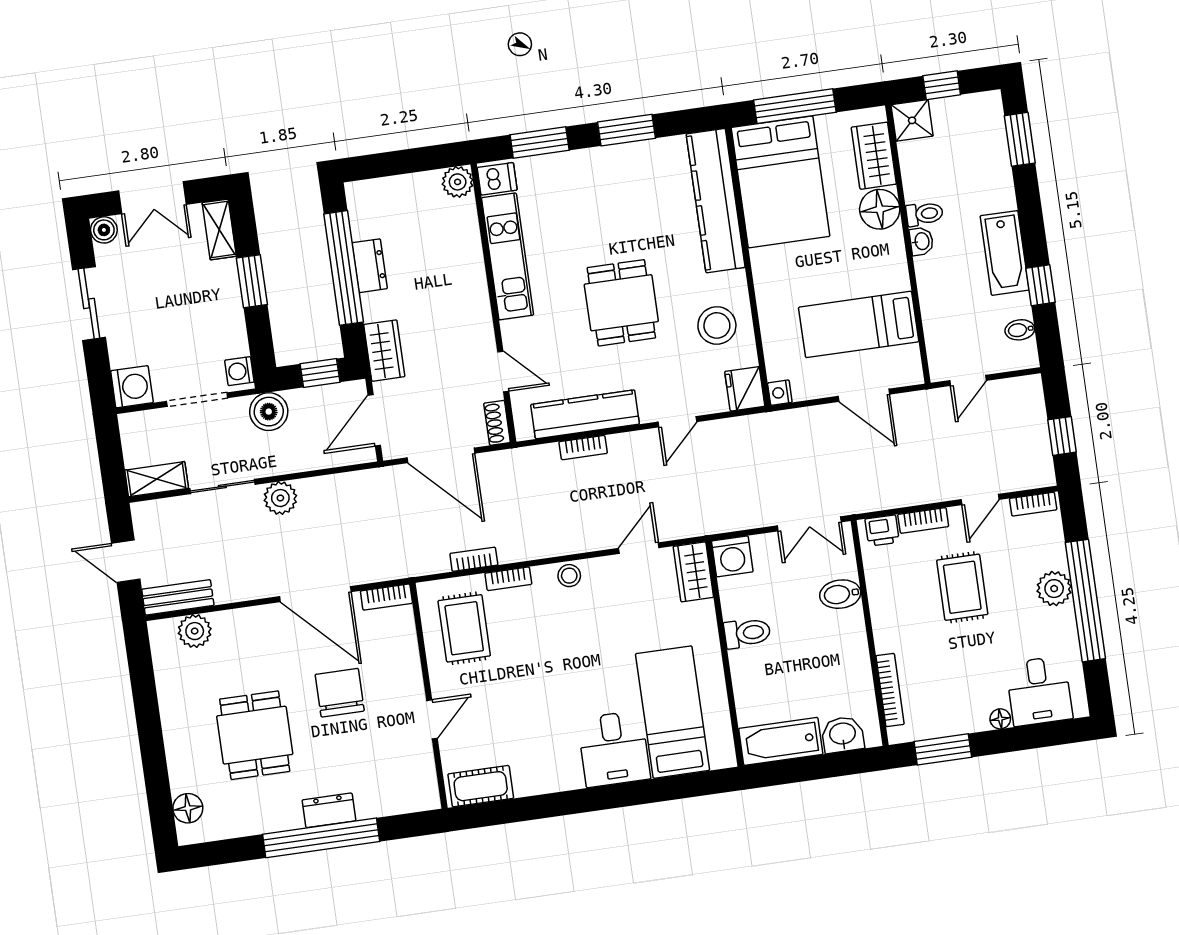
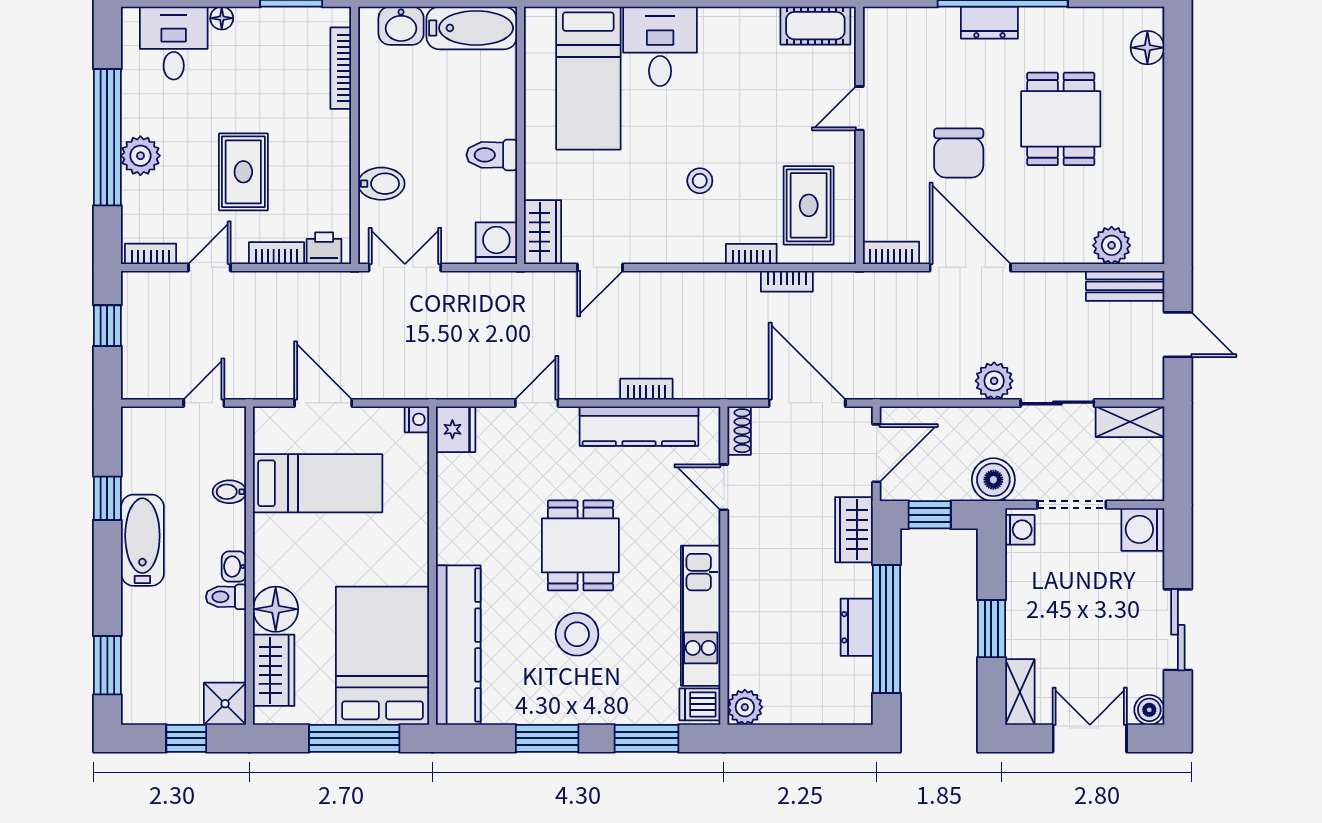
stool: (717, 325) -> (577, 634), moved
bidet: (1020, 330) -> (229, 492), moved, turned 180
stool: (569, 576) -> (700, 181), moved

